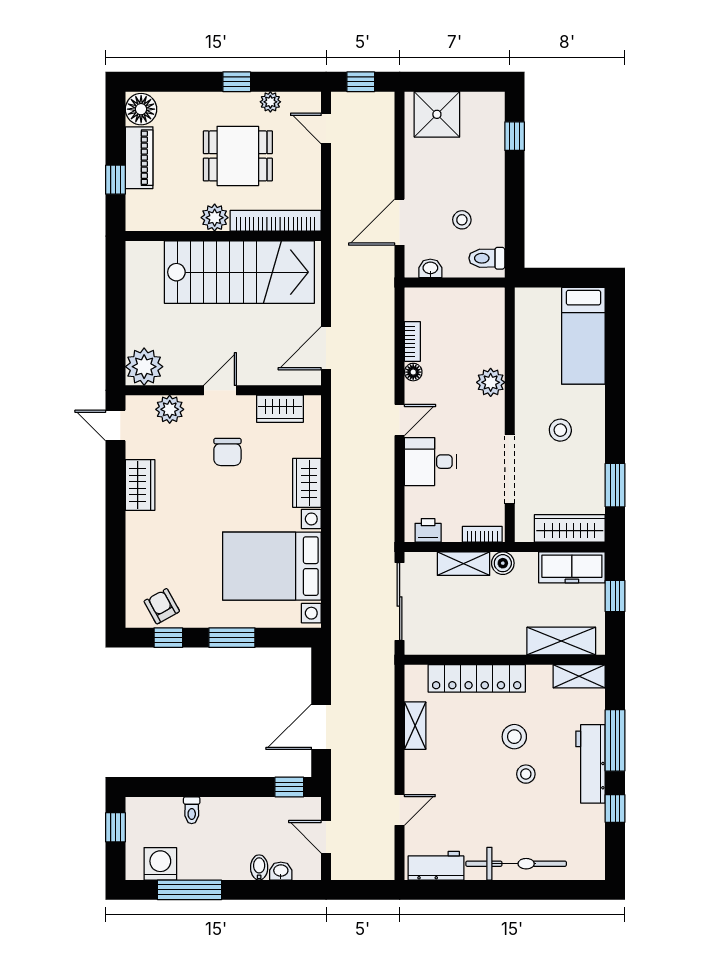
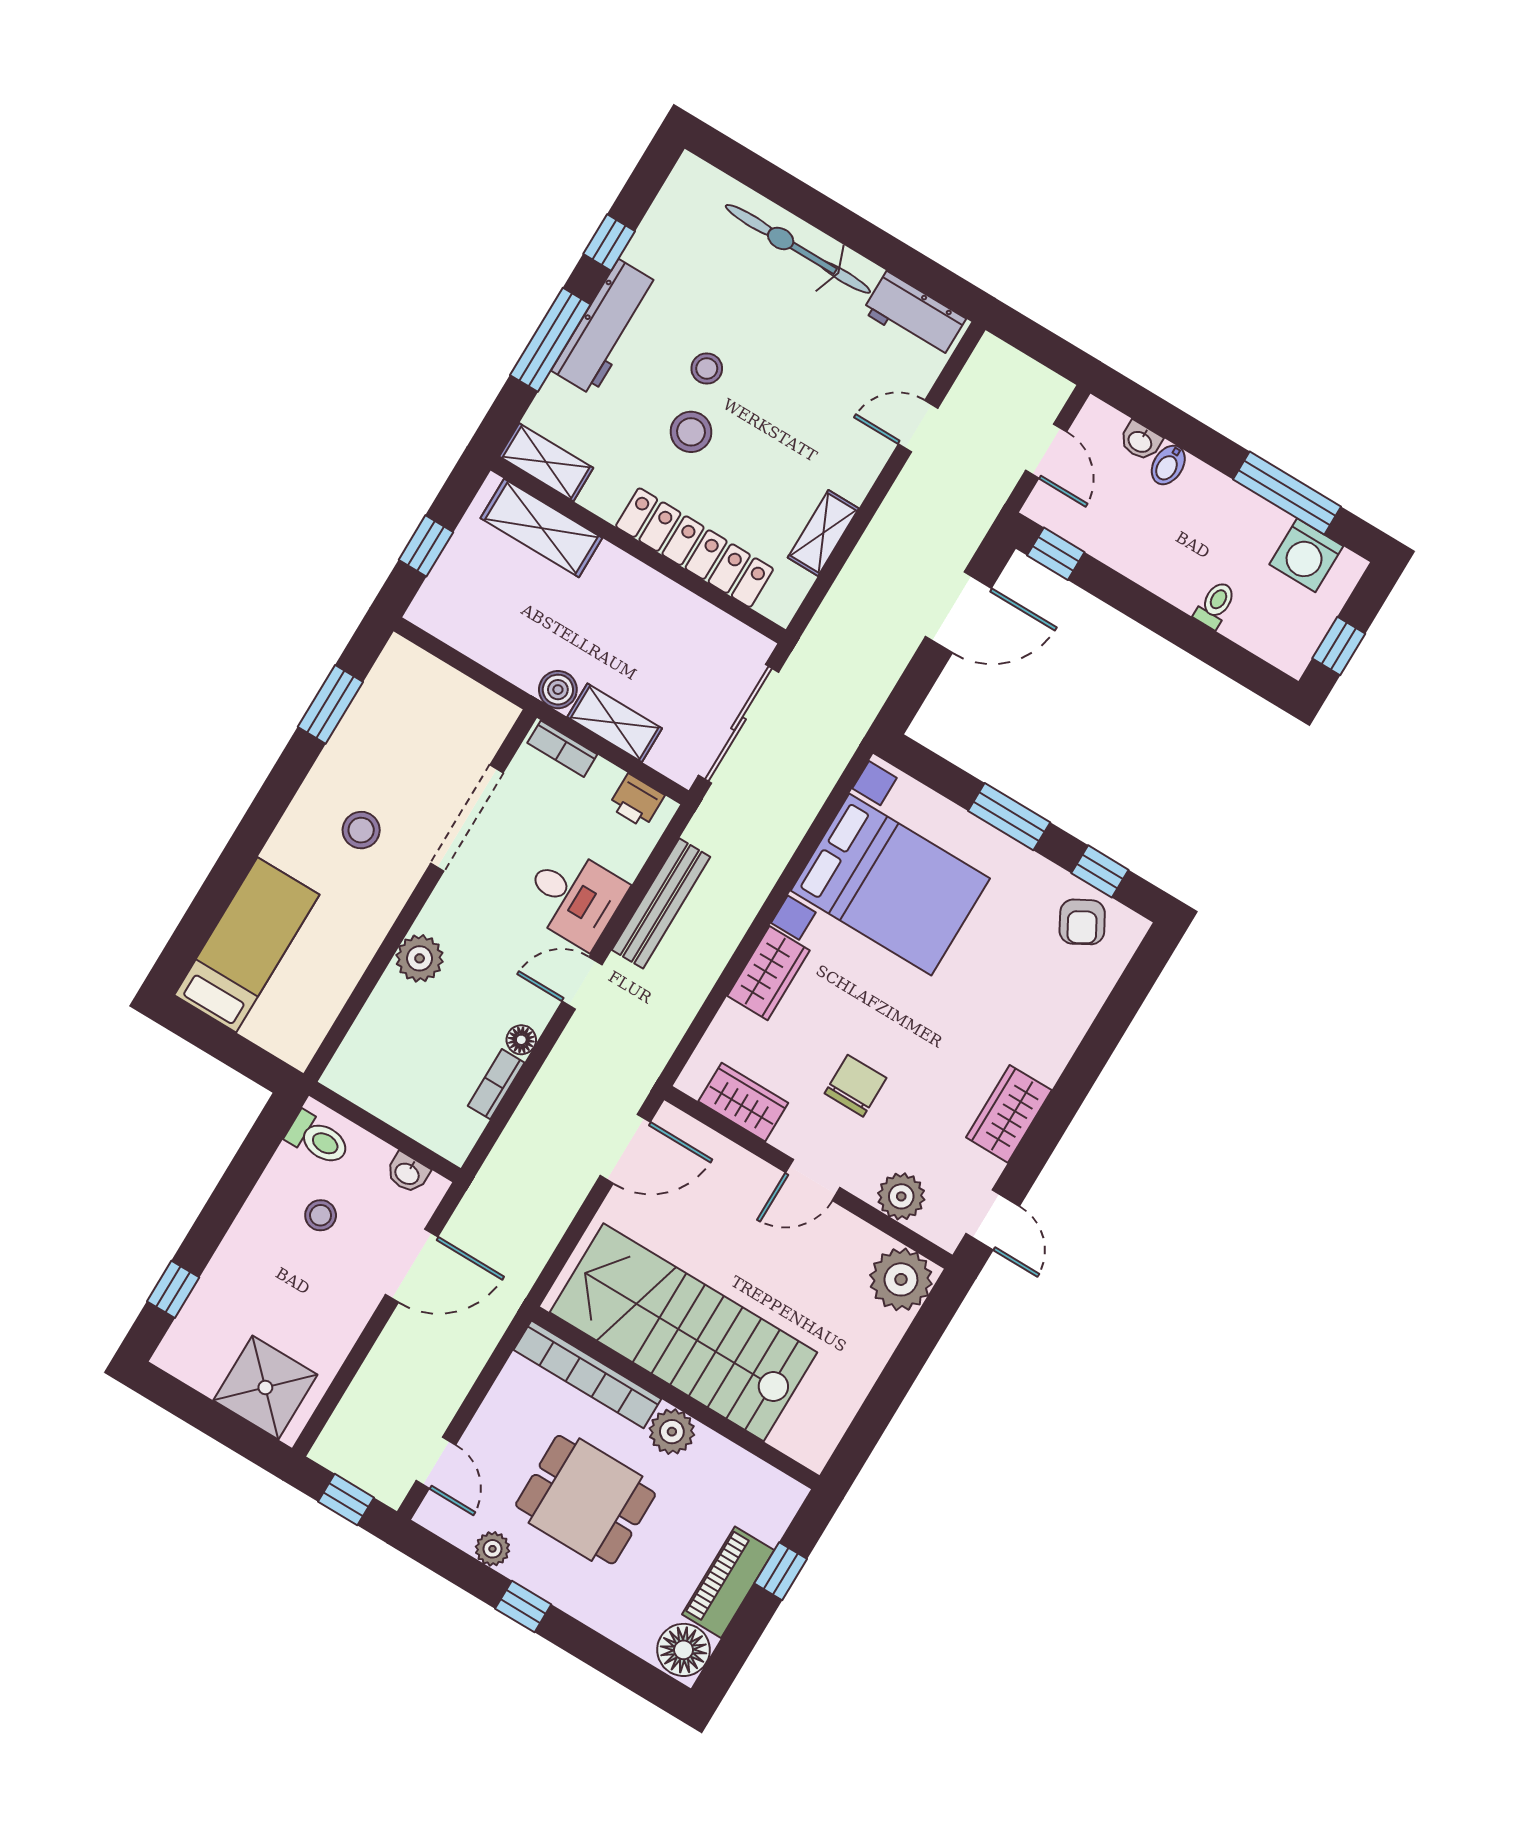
bench: (384, 485) -> (661, 903), added
wardrobe: (570, 528) -> (432, 682), removed
freezer: (572, 567) -> (463, 624), removed

